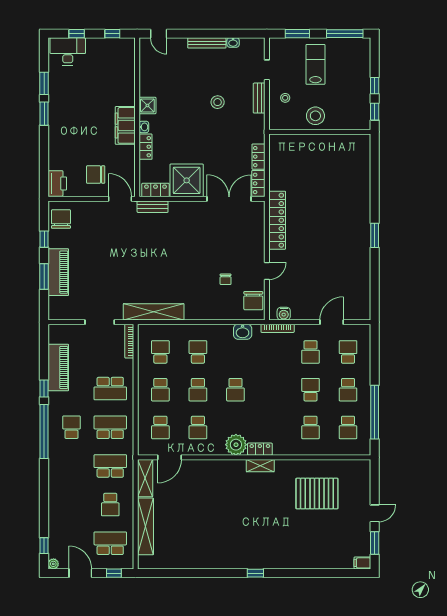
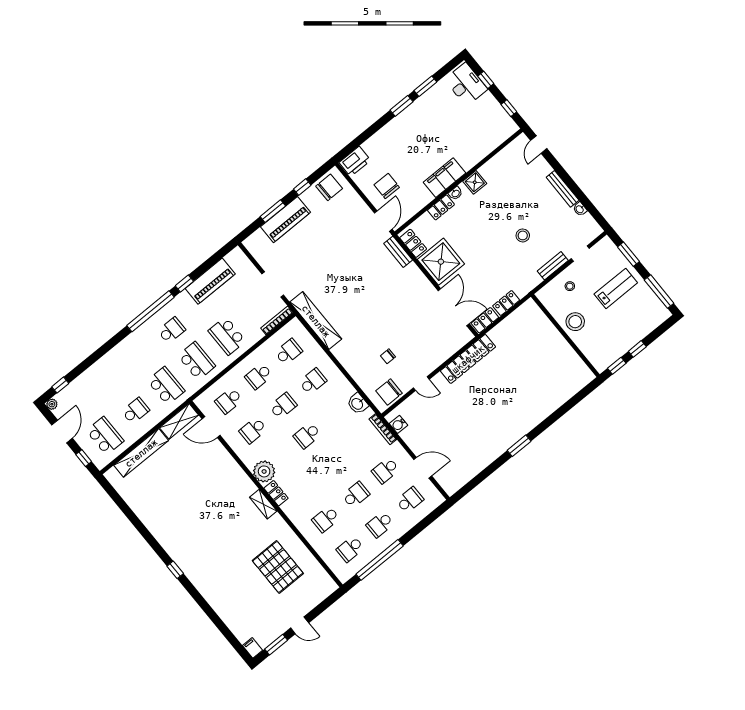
school desk: (198, 390) -> (283, 406), turned 180
school desk: (110, 505) -> (136, 411), turned 180

